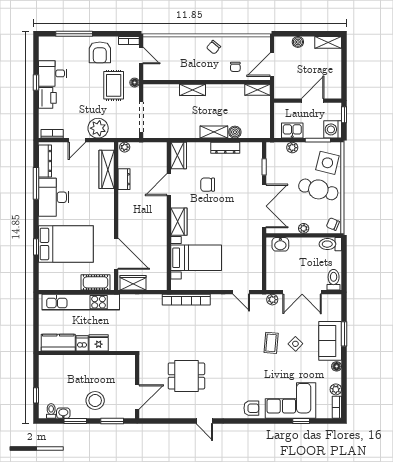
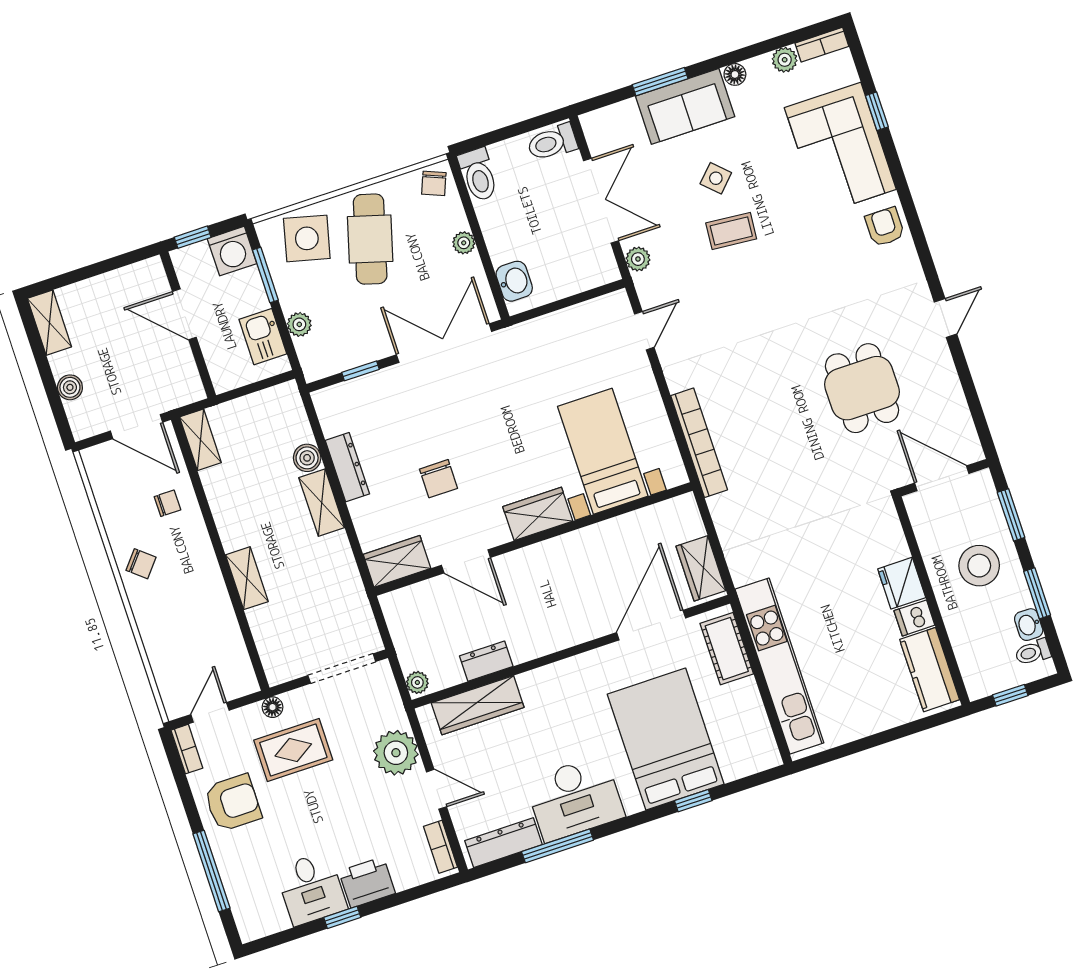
kitchen counter: (58, 343) -> (930, 670), moved
dishwasher: (82, 343) -> (914, 618), moved
fridge: (99, 343) -> (902, 583), moved
wall: (87, 353) -> (932, 601), moved

